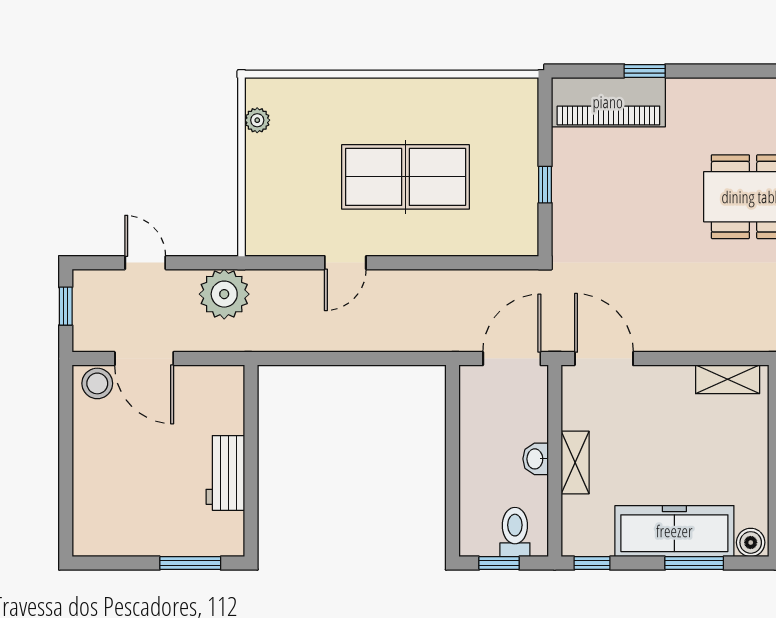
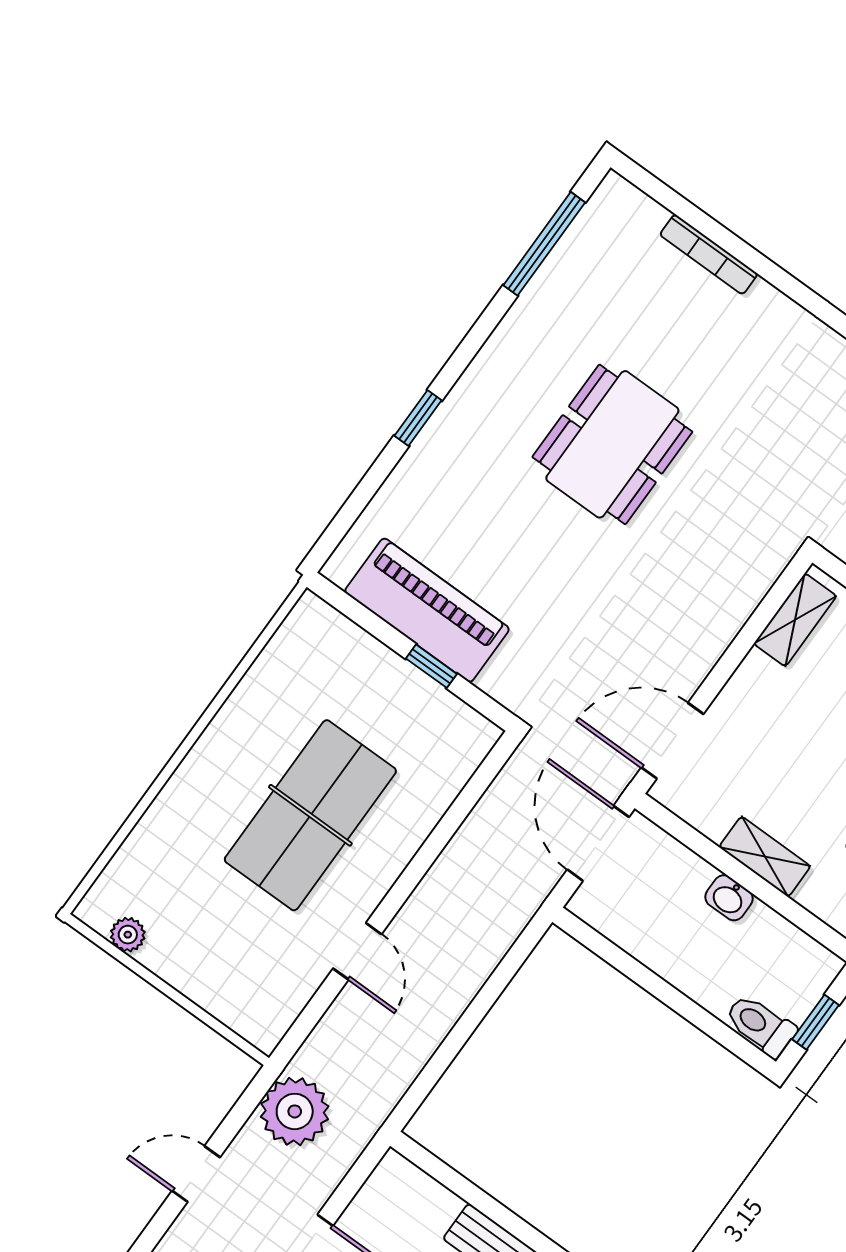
window: (645, 71) -> (418, 418), moved
piano: (608, 102) -> (427, 610), moved, turned -90
toilet: (515, 532) -> (761, 1025), moved

